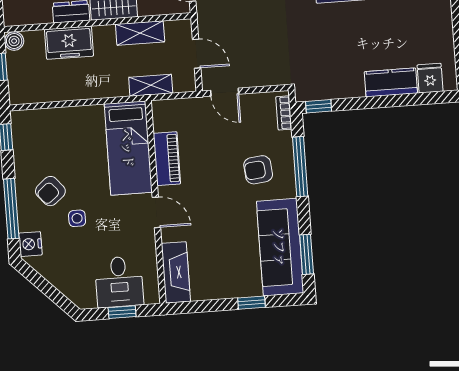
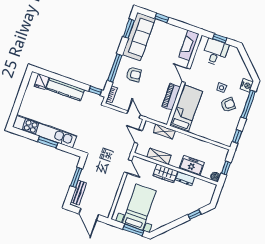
kitchen counter: (391, 82) -> (65, 89), width x1.50

